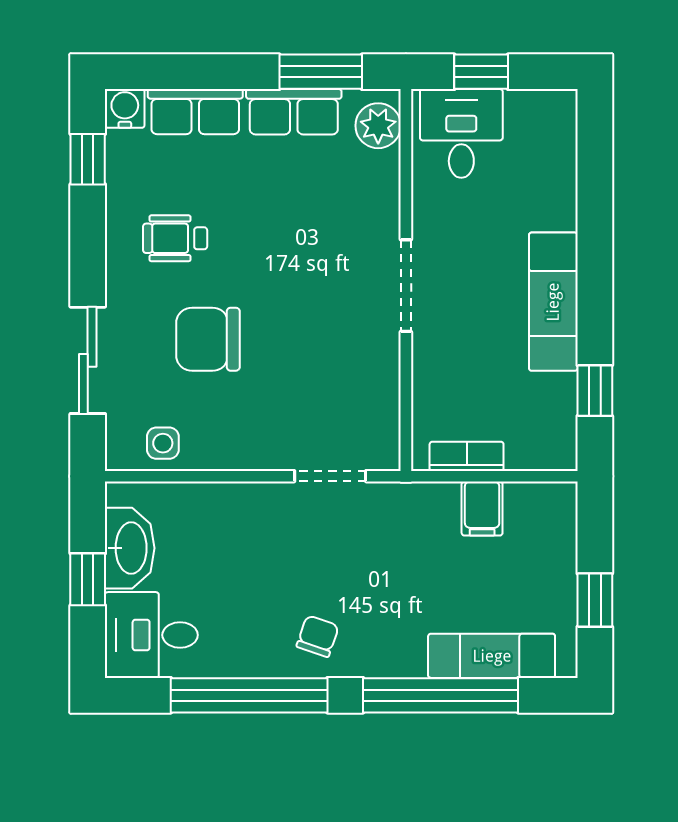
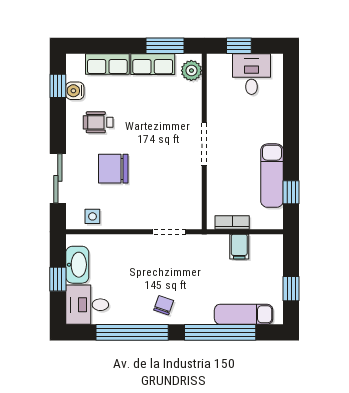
water cooler: (125, 108) -> (75, 91), moved, turned -90
desk: (461, 133) -> (252, 74), moved
exam couch: (553, 302) -> (272, 176), moved

